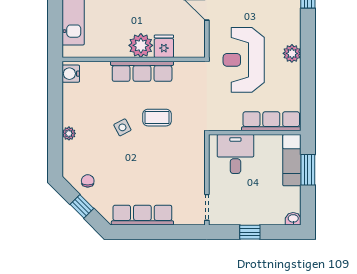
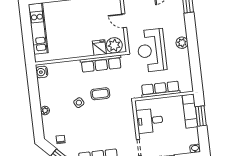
plant: (141, 45) -> (114, 45), moved
row of seats: (142, 71) -> (101, 64), moved
row of seats: (271, 121) -> (160, 89), moved
desk: (235, 154) -> (150, 121), moved, turned -90

